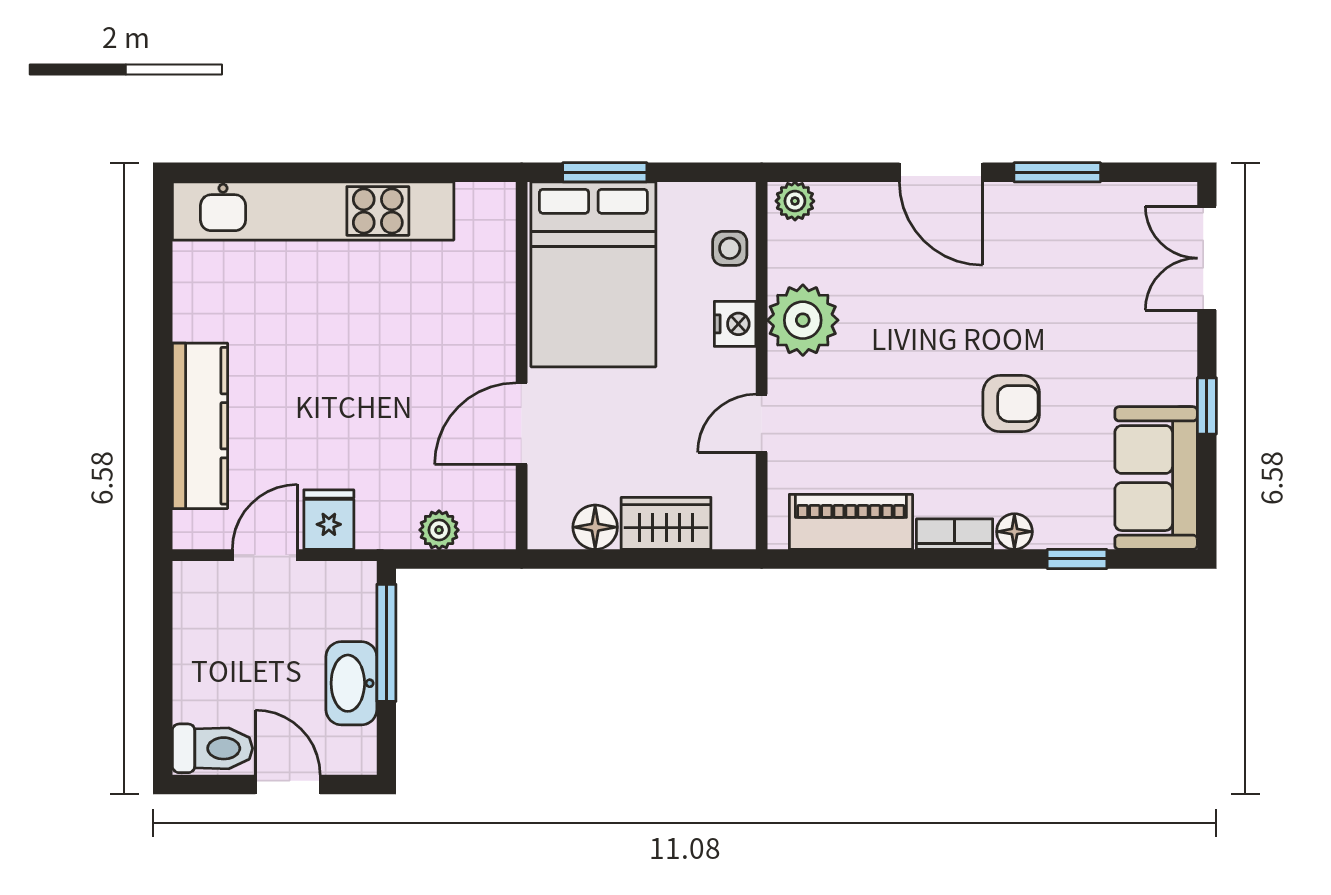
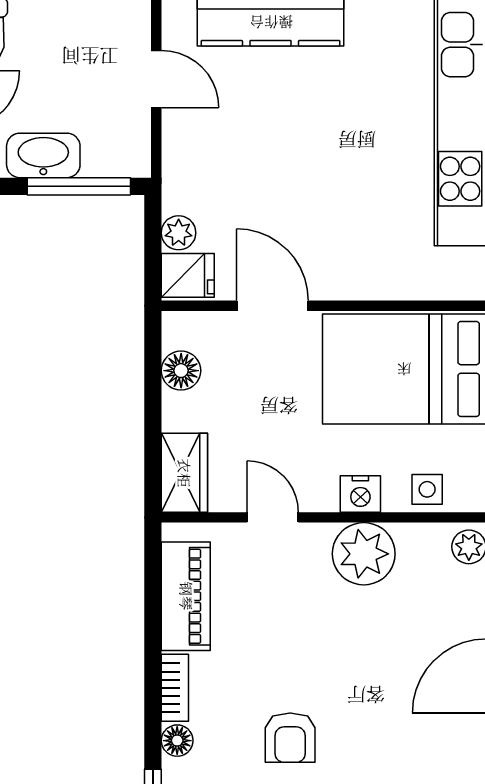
fridge: (329, 520) -> (188, 275), moved
wardrobe: (666, 523) -> (184, 473), moved

